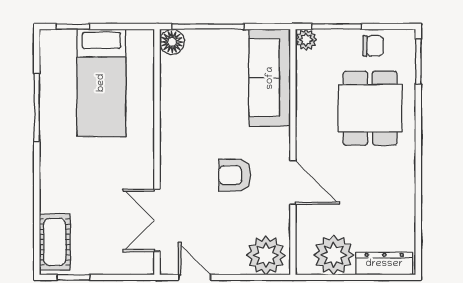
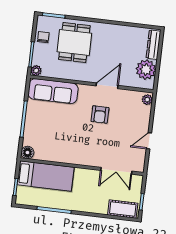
floor lamp: (172, 42) -> (27, 152), moved
dining table: (370, 108) -> (74, 43), turned 90
wall: (157, 152) -> (82, 167), moved
double door: (157, 220) -> (116, 171), moved
plant: (266, 255) -> (147, 100), width x0.53, depth x0.53

